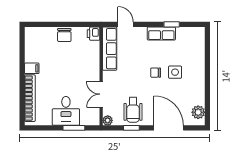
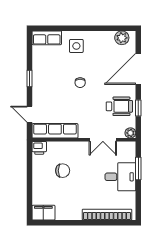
door: (126, 24) -> (30, 114), hinge flipped
window: (172, 24) -> (30, 79), moved
row of seats: (161, 34) -> (47, 38), moved, turned 90
chair: (64, 35) -> (63, 171), moved
filing cabinet: (32, 68) -> (43, 213), moved, width x2.00
side table: (175, 72) -> (76, 46), moved

